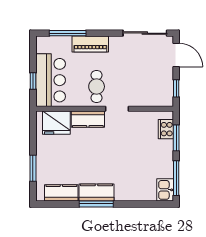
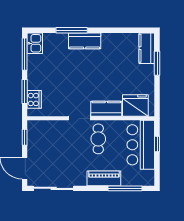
kitchen counter: (61, 193) -> (147, 48), moved, turned 90
kitchen counter: (96, 193) -> (85, 41), moved
window: (96, 204) -> (72, 30), moved

